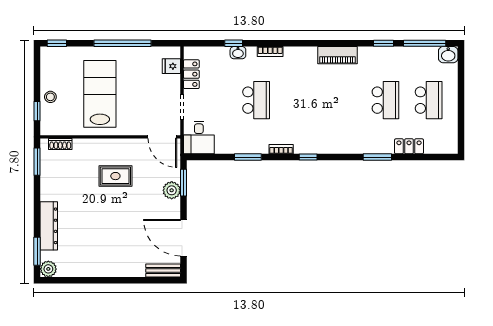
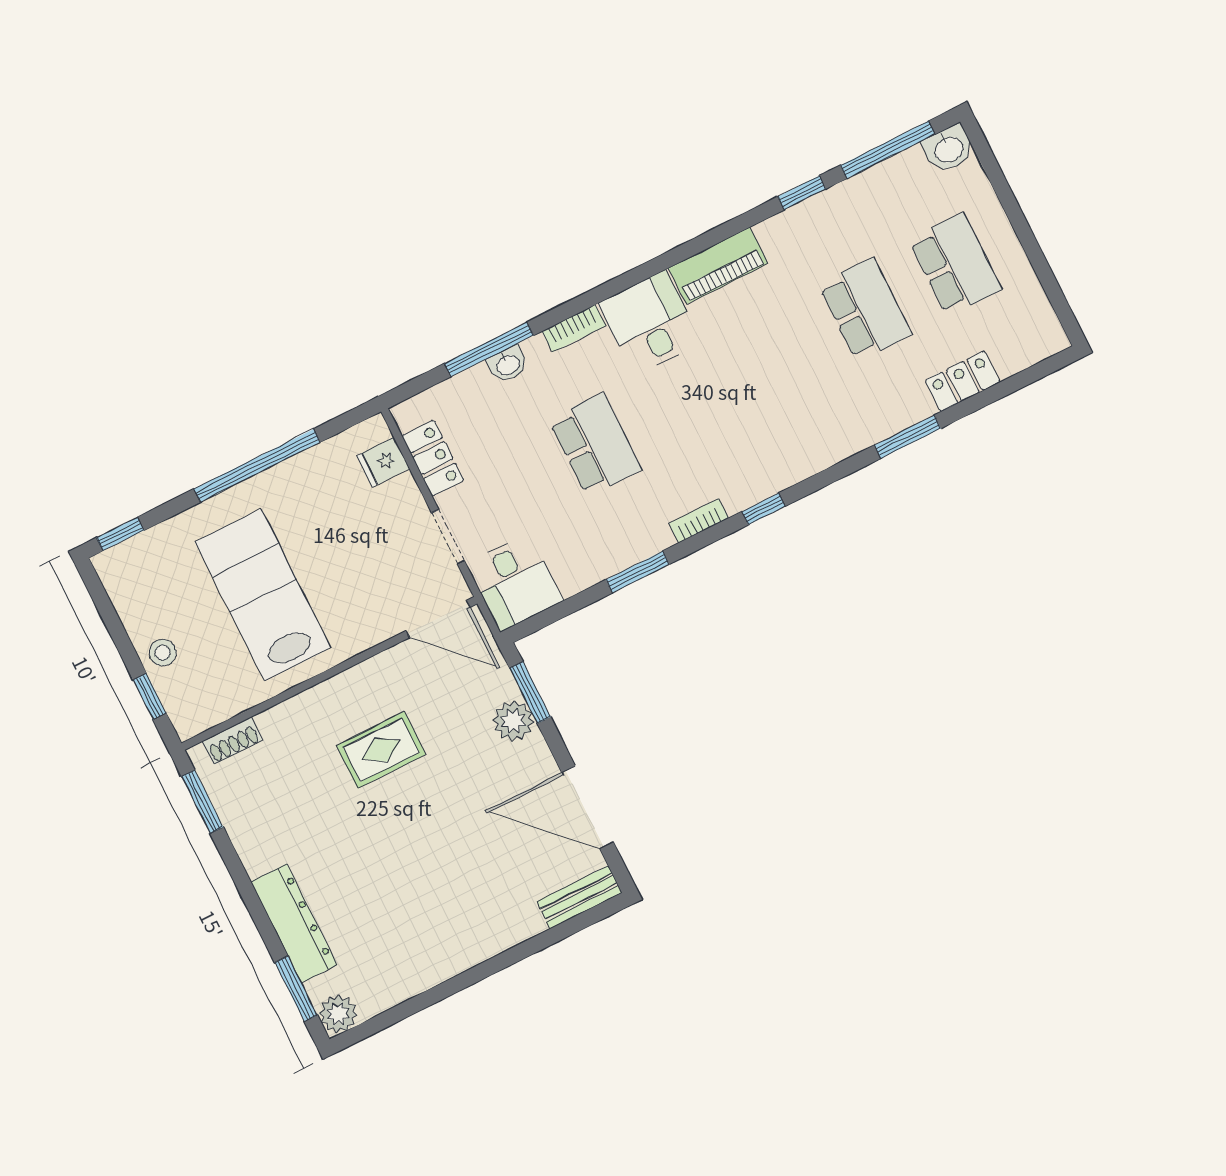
window: (234, 43) -> (489, 349), width x2.17
desk: (300, 64) -> (650, 323), added

